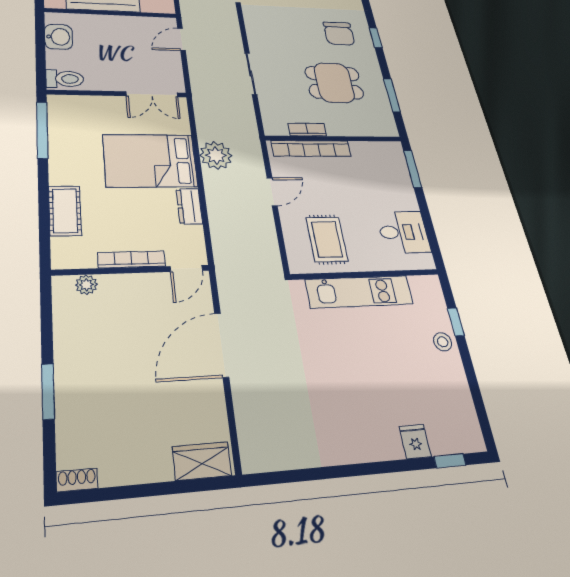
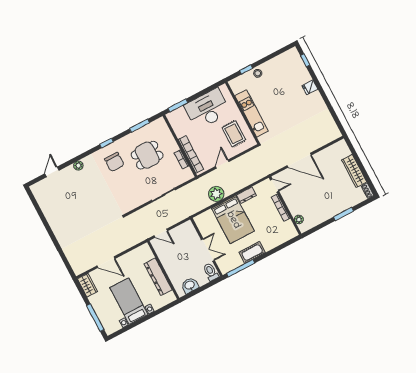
chair: (339, 34) -> (114, 162), turned 90
dining table: (334, 83) -> (147, 155), turned 90
double door: (152, 94) -> (208, 250), moved
door: (272, 192) -> (222, 164), hinge flipped
cot: (65, 211) -> (252, 252), moved
desk: (403, 232) -> (207, 109), width x1.87, depth x1.30
rug: (327, 239) -> (234, 134), turned 90
fridge: (415, 441) -> (310, 87), moved
wardrobe: (202, 461) -> (354, 171), moved, width x1.50

